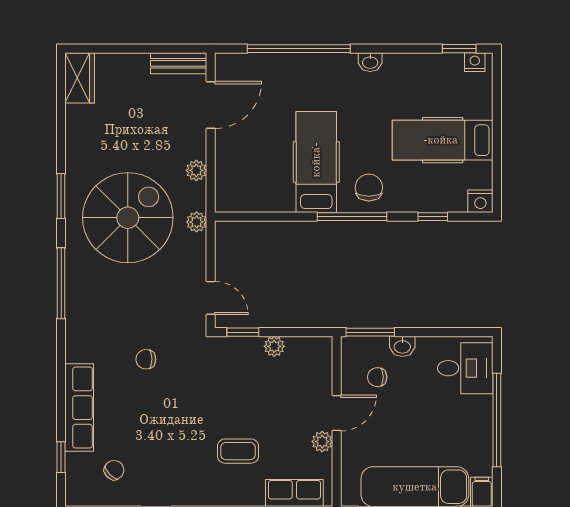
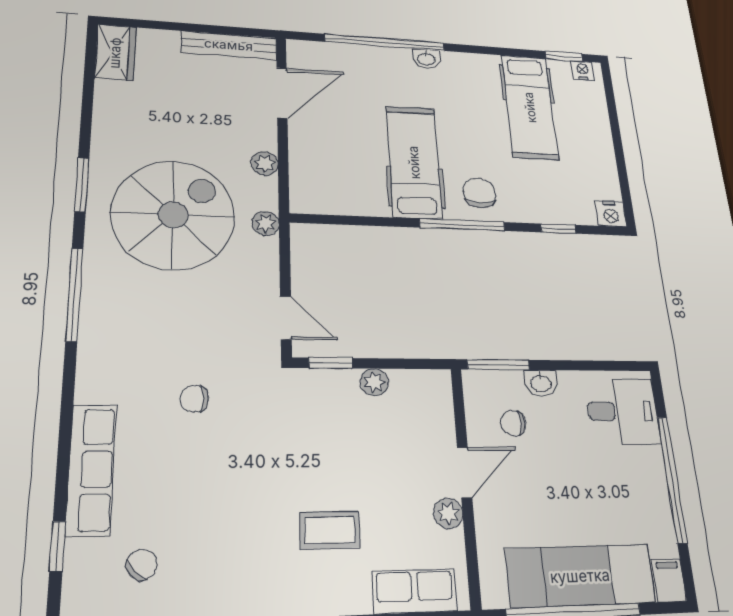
washbasin: (370, 62) -> (426, 59), moved
bench: (179, 63) -> (229, 45), width x1.36
hospital bed: (443, 140) -> (530, 107), moved, turned -90

